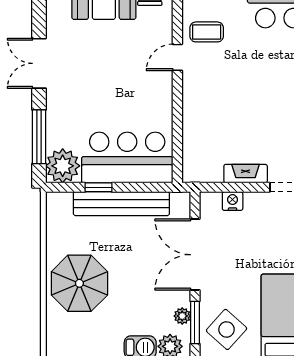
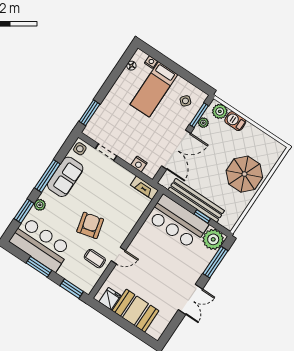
armchair: (243, 73) -> (90, 225), added
fireplace: (246, 174) -> (144, 188), moved
side table: (227, 329) -> (185, 101), width x0.54, depth x0.54

